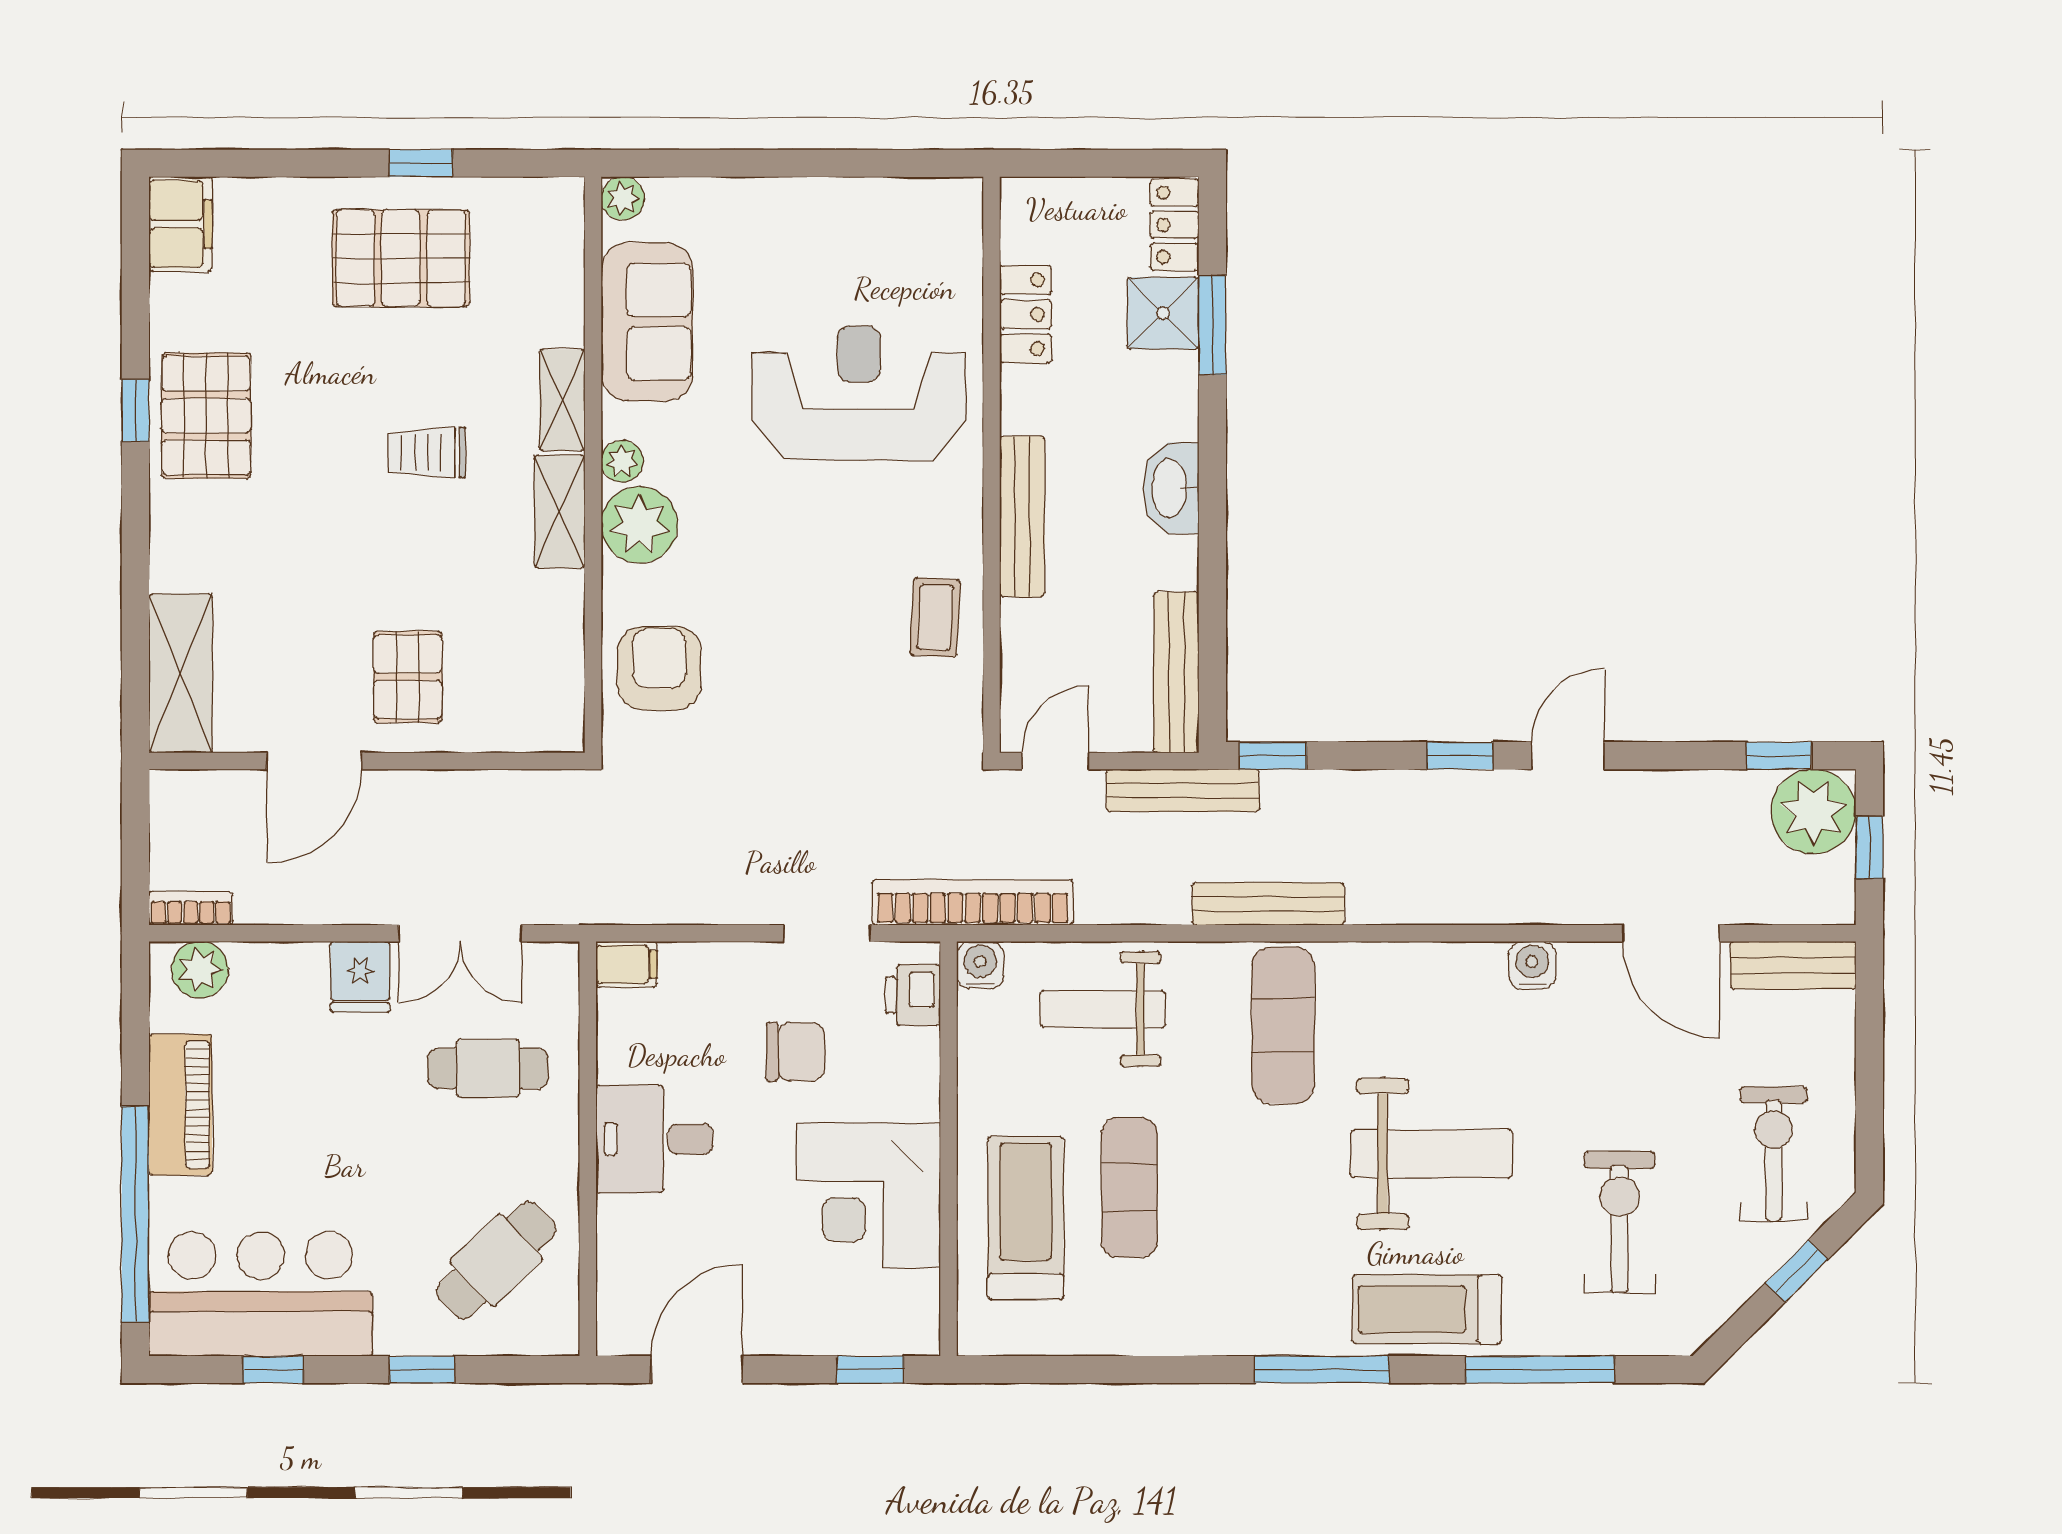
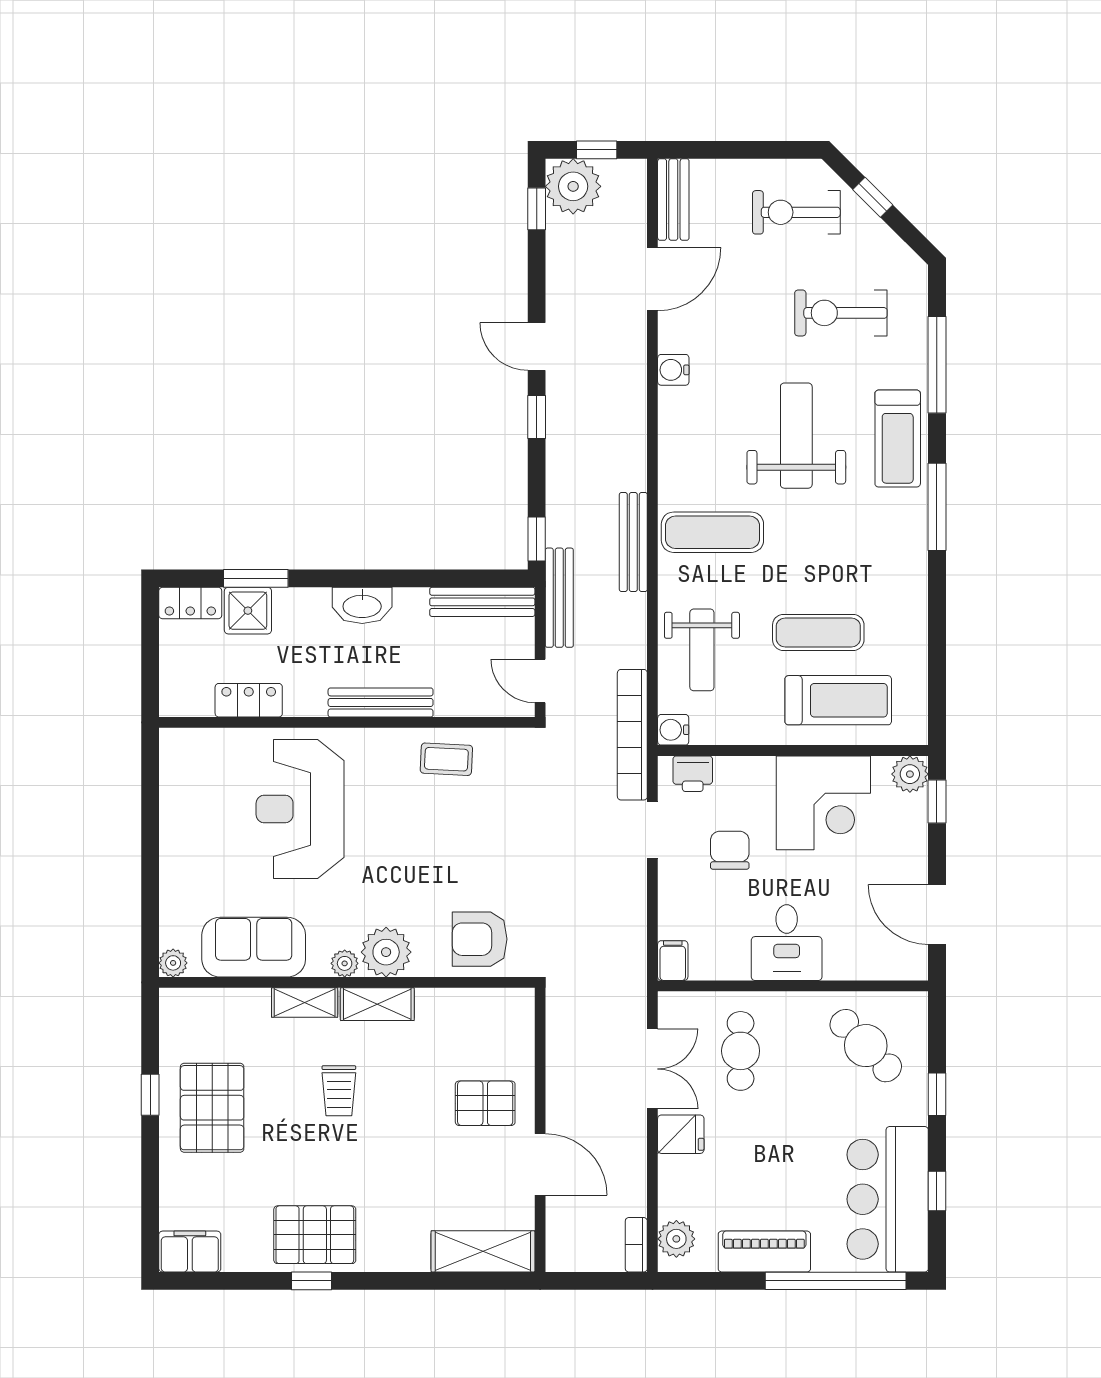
treadmill: (1026, 1218) -> (838, 700), turned 180
plant: (912, 1328) -> (910, 774), added

